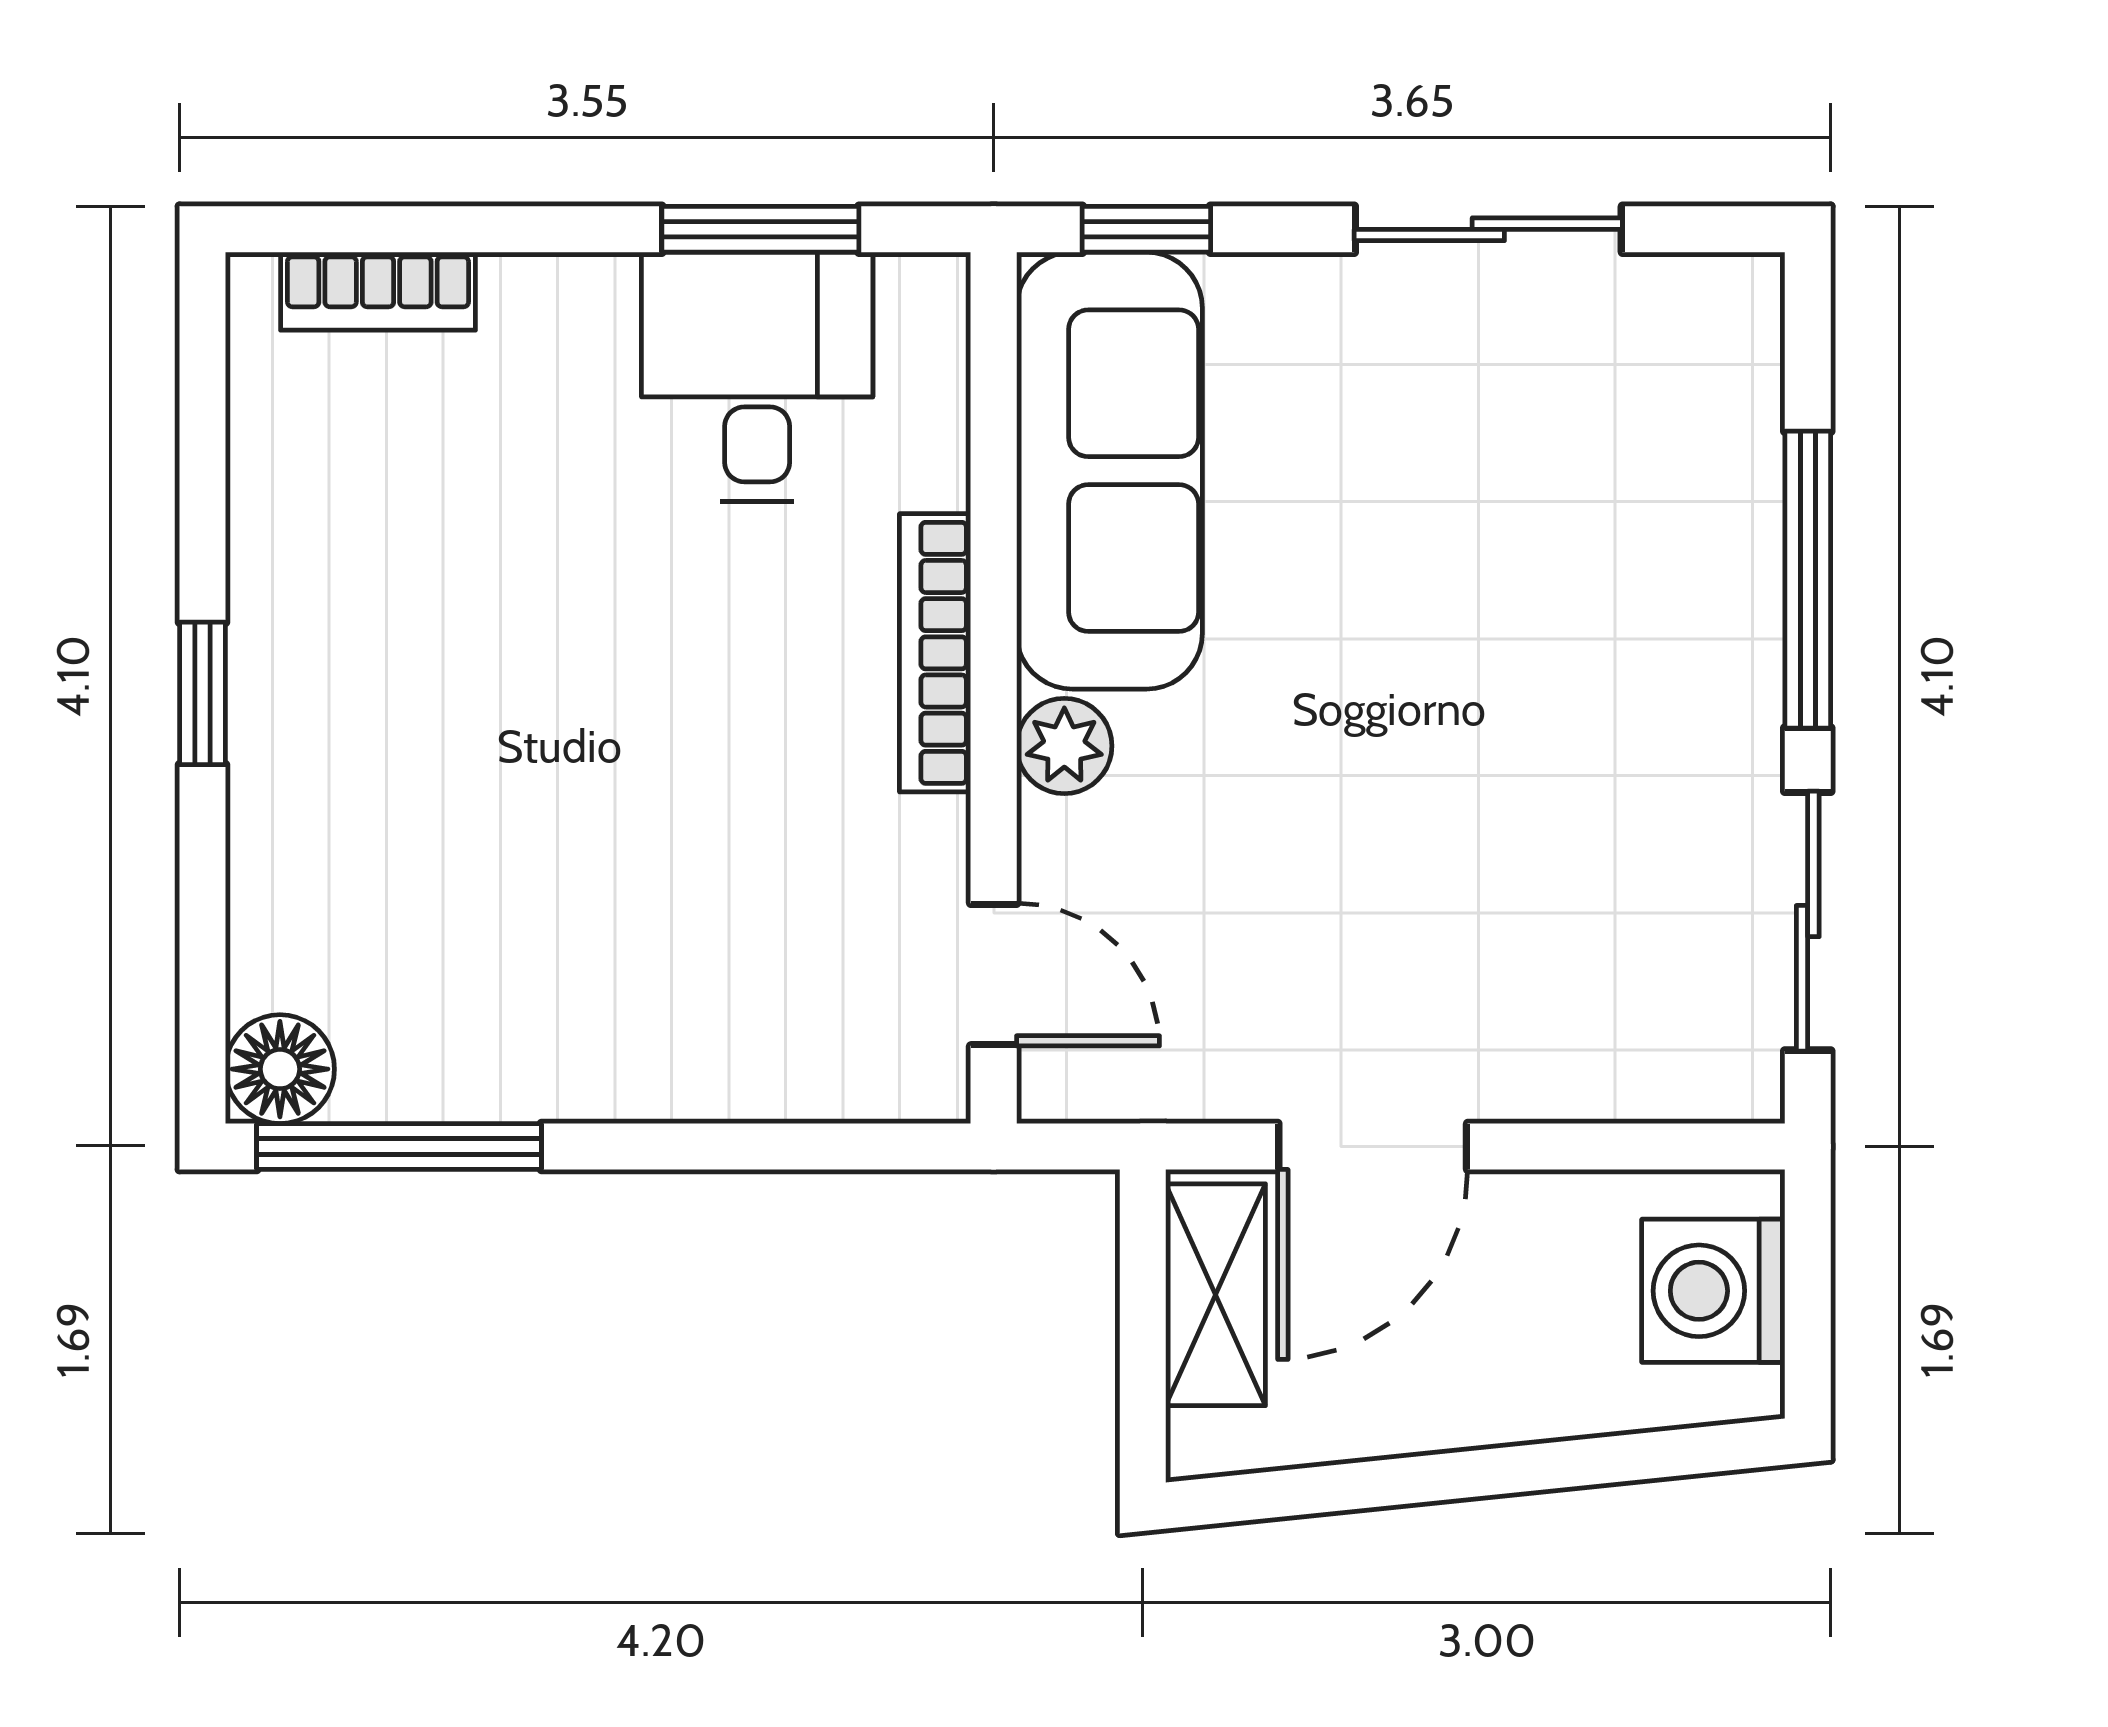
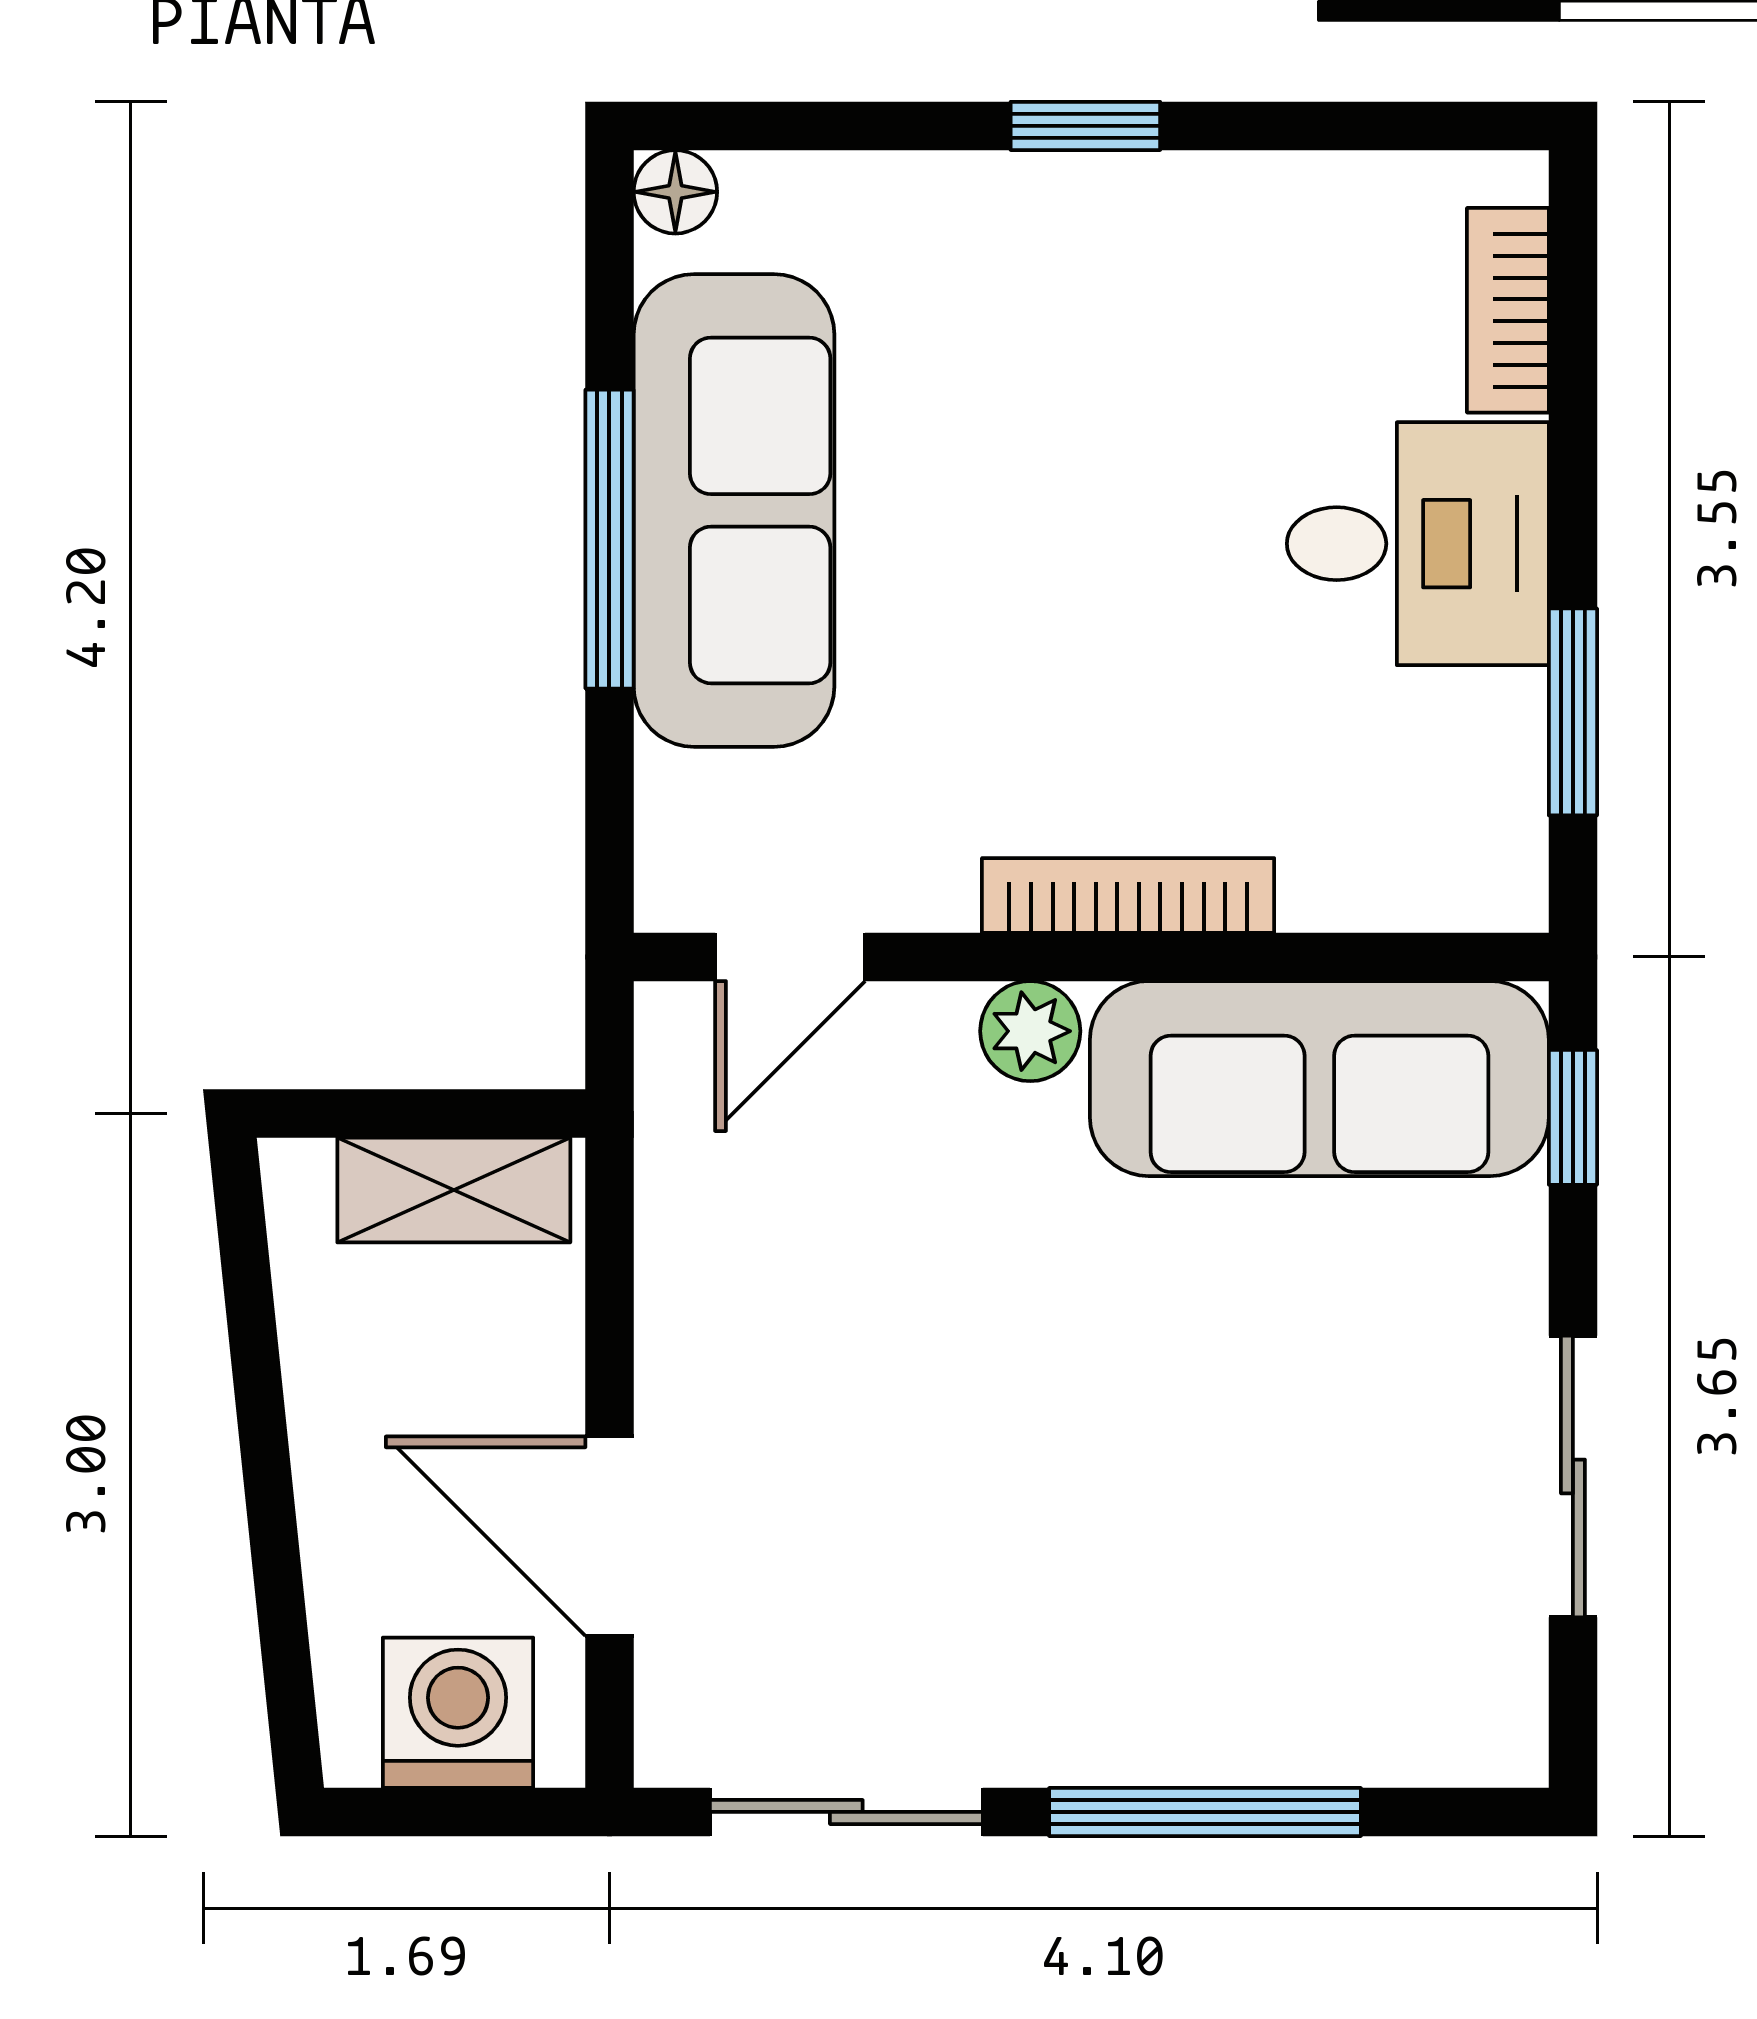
desk: (757, 377) -> (1418, 544), moved
sofa: (569, 1028) -> (734, 510), added
floor lamp: (280, 1069) -> (675, 192), width x0.73, depth x0.73
window: (399, 1147) -> (609, 539), moved
door: (1373, 1147) -> (609, 1536), moved

